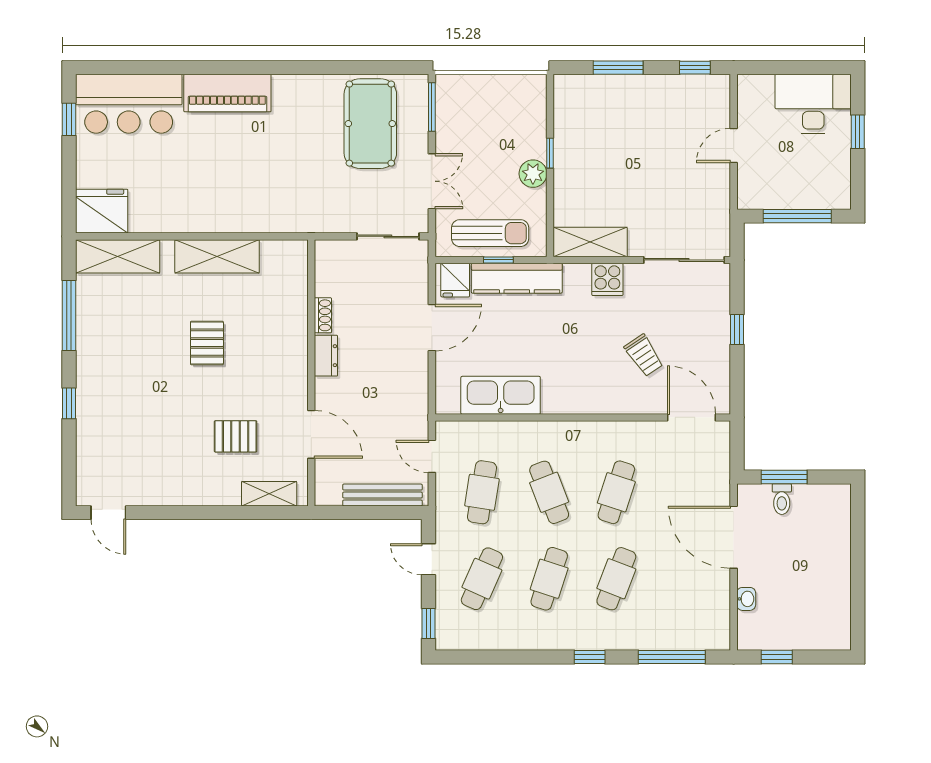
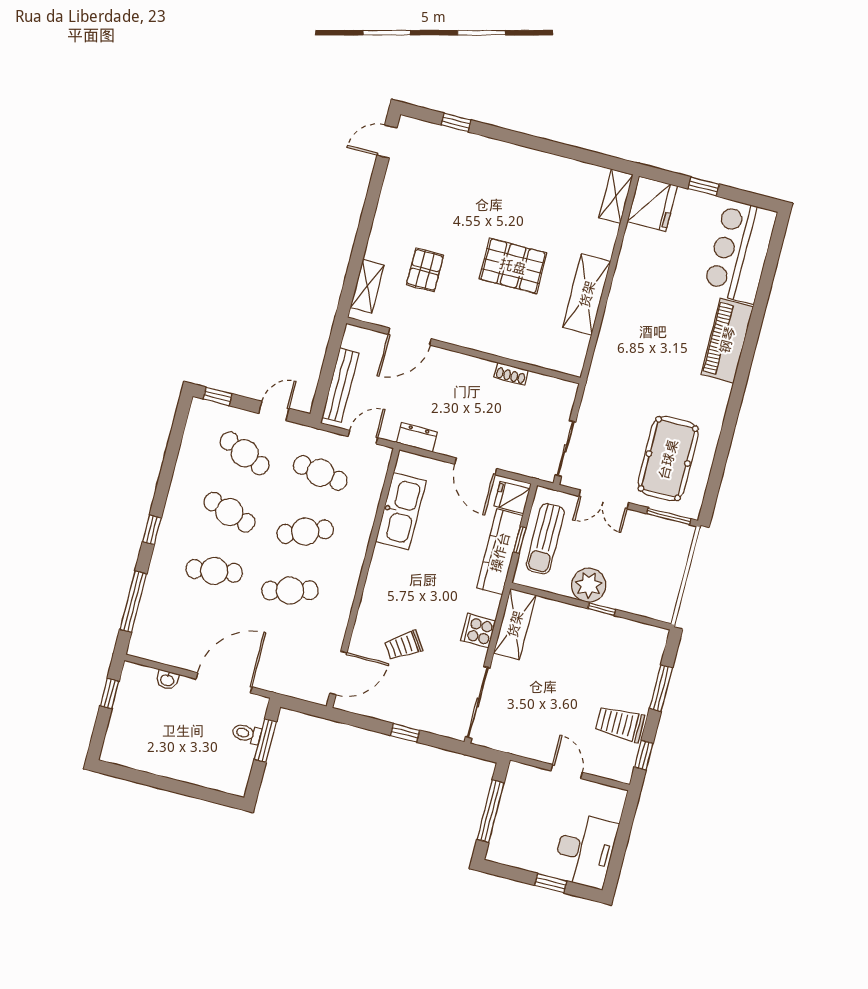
trolley: (668, 102) -> (620, 724), added
window: (69, 119) -> (704, 186), moved
pool table: (370, 124) -> (668, 459), turned 90
plant: (533, 174) -> (589, 585), width x1.36, depth x1.36
shelving: (118, 256) -> (616, 196), width x0.67, depth x0.75
window: (69, 315) -> (568, 152), removed
pallet: (207, 343) -> (513, 266), width x1.50, depth x1.42
dresser: (326, 356) -> (417, 437), moved, turned 180
window: (69, 403) -> (456, 122), moved
cafe table: (616, 492) -> (290, 590), turned -33
cafe table: (616, 579) -> (214, 571), turned -30

